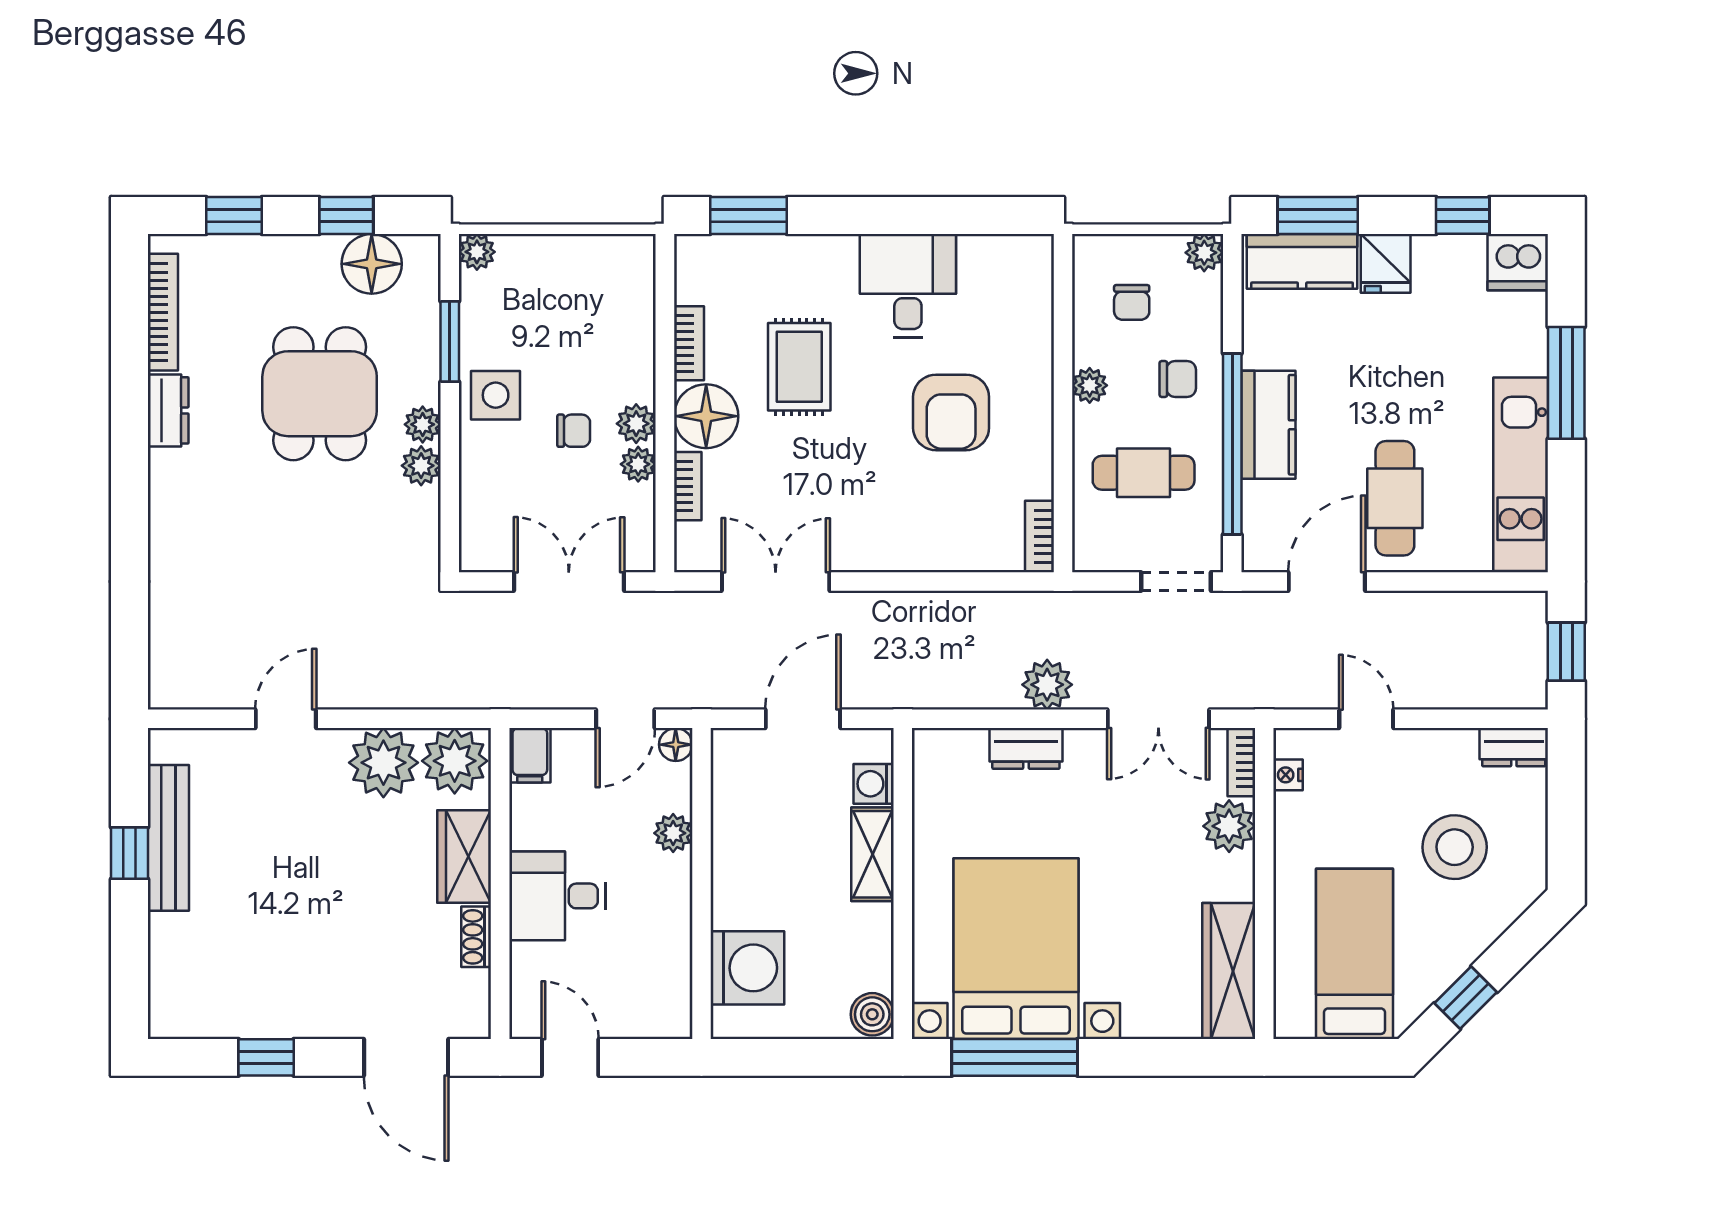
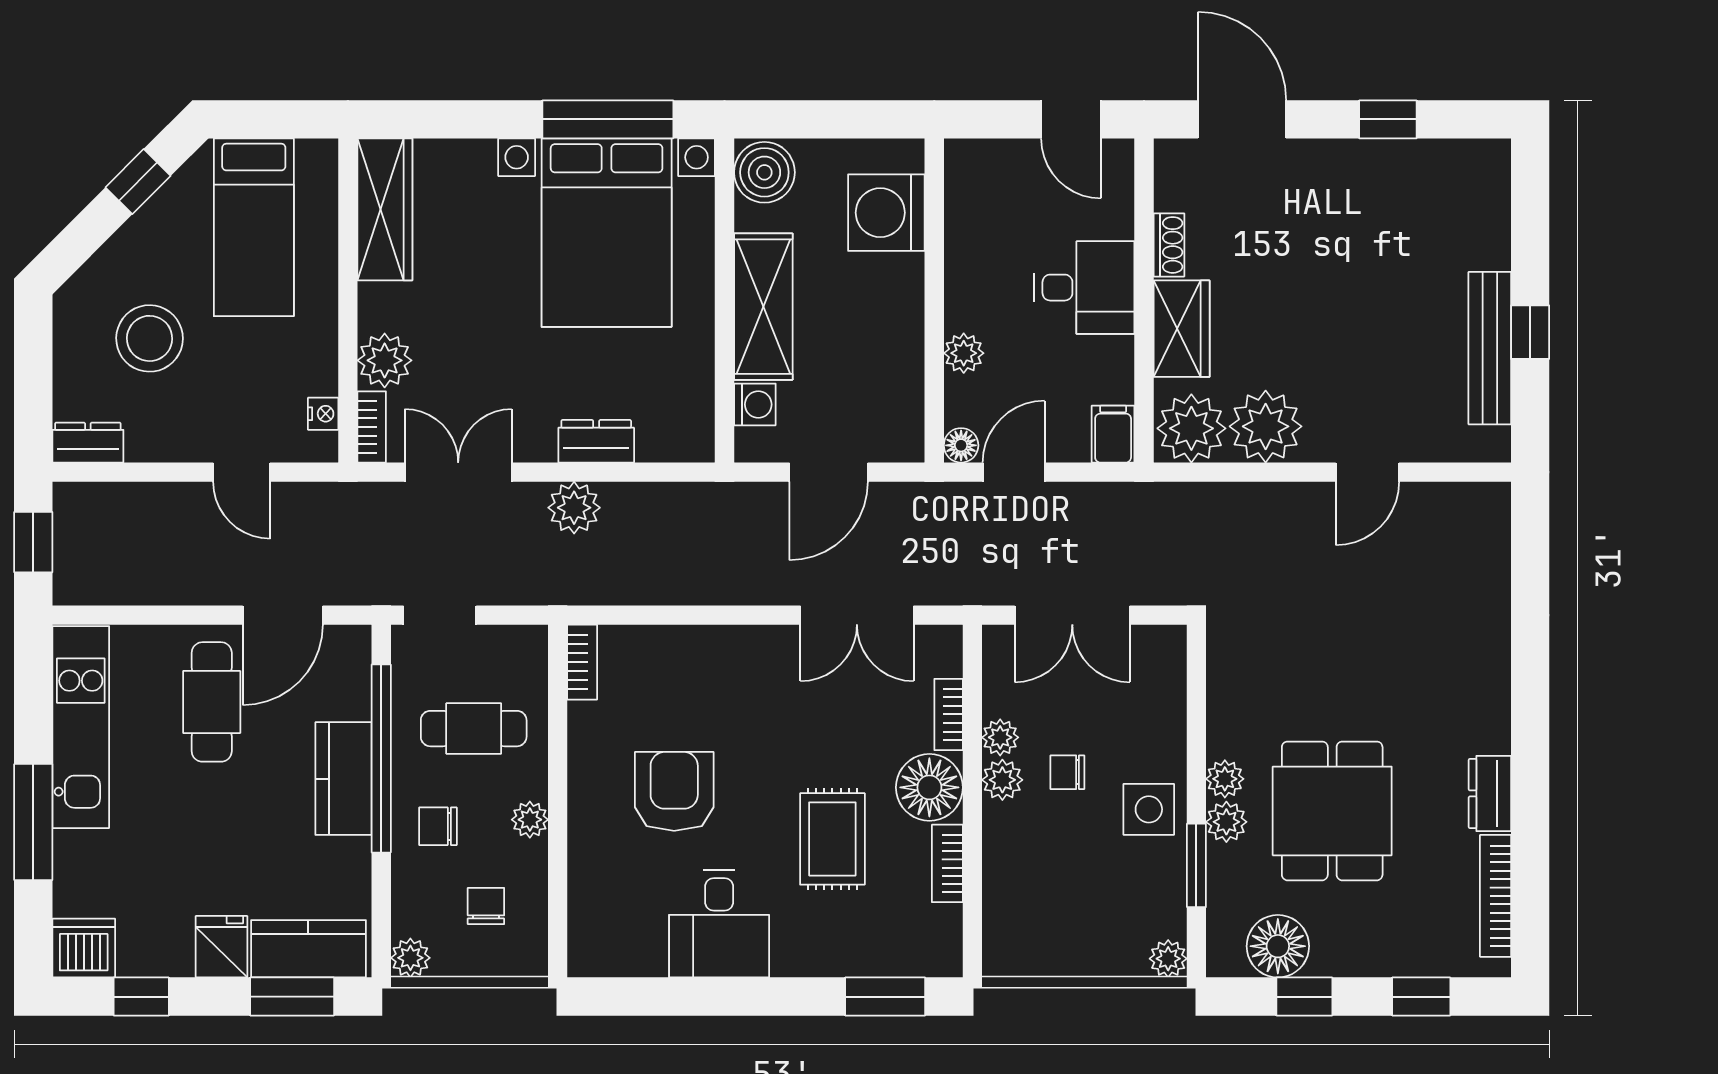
plant: (421, 466) -> (1226, 822), moved
shelving: (873, 854) -> (763, 307), width x1.50, depth x1.33
boiler: (872, 1014) -> (764, 172), width x1.36, depth x1.36

